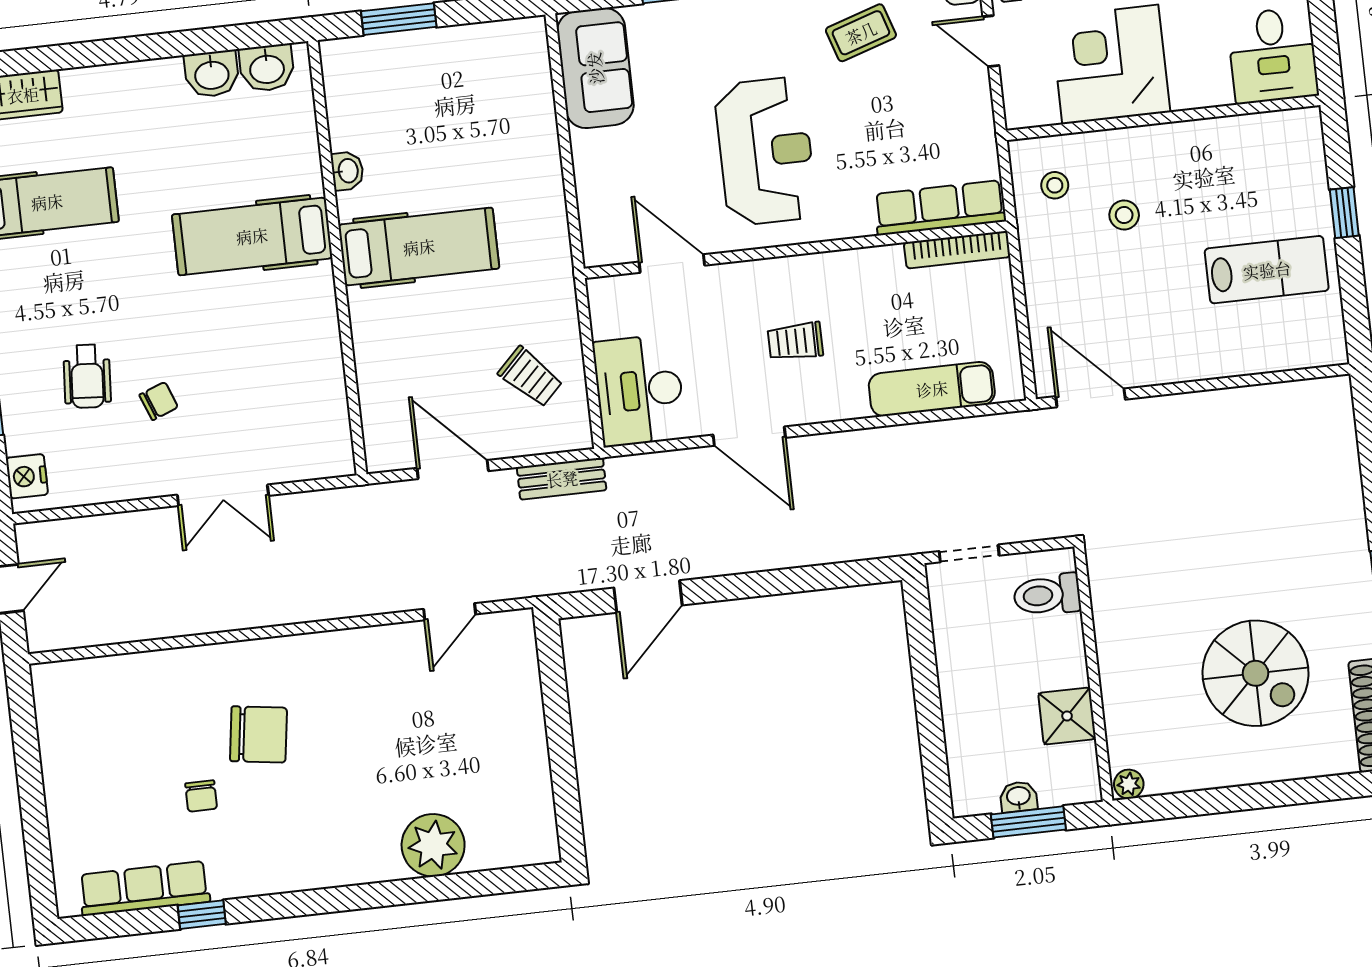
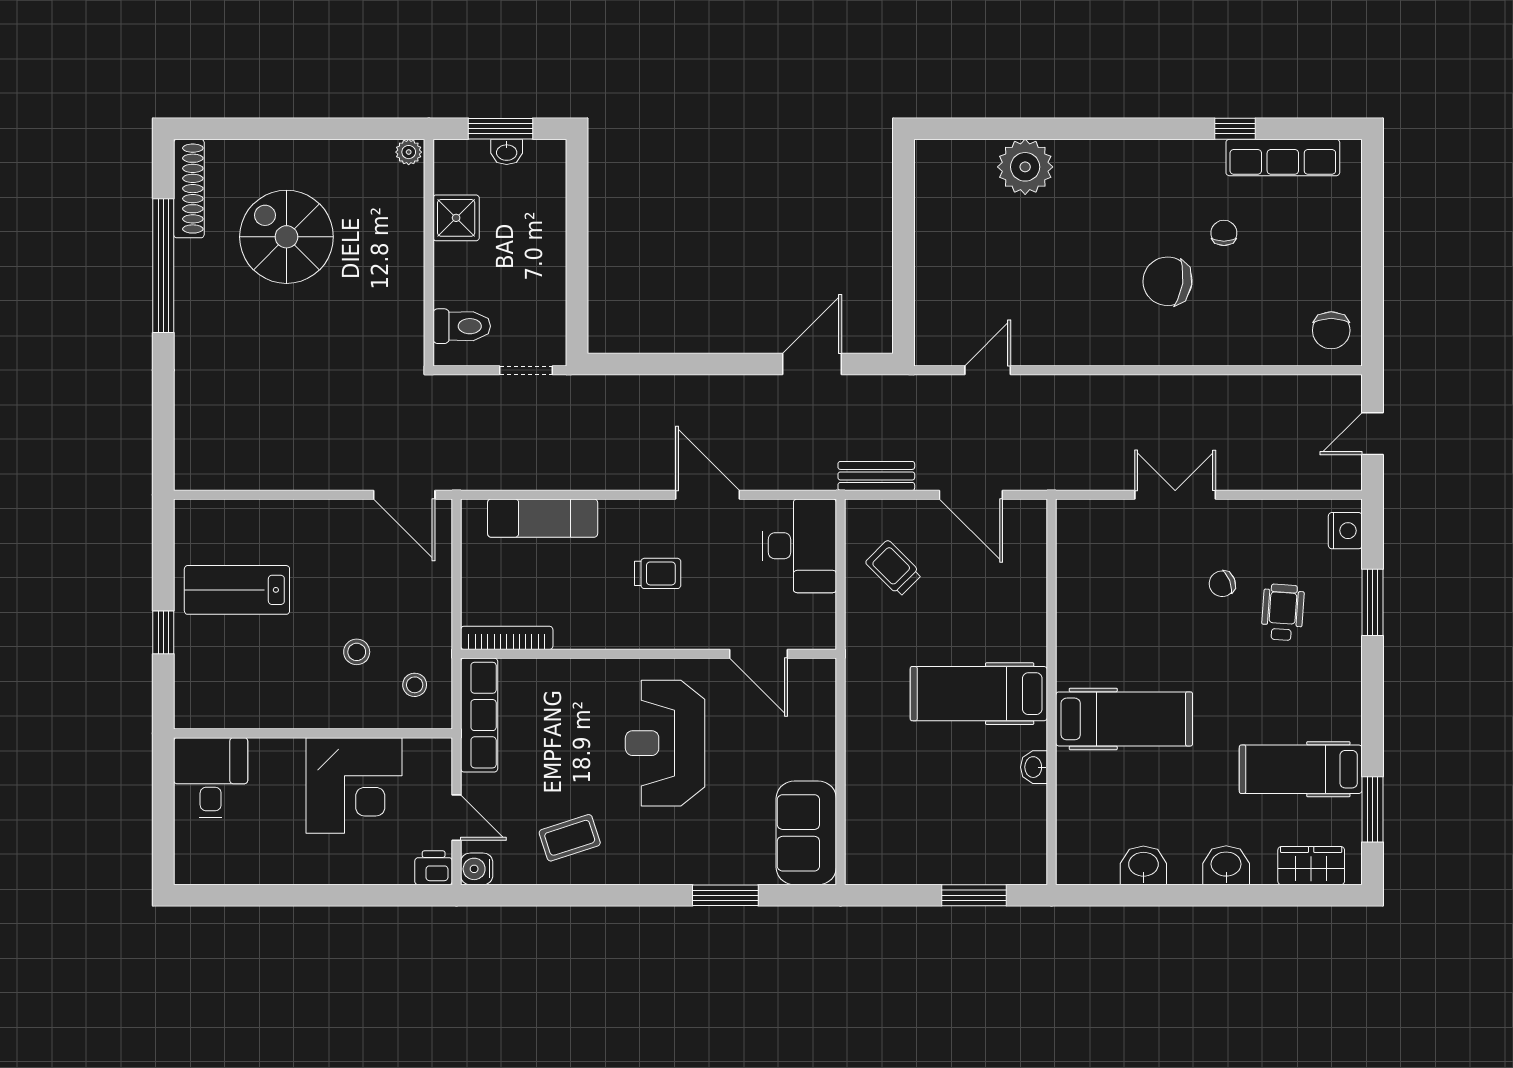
washbasin: (267, 68) -> (1226, 865), moved
row of seats: (940, 208) -> (479, 715), moved, turned -90
chair: (68, 700) -> (1331, 330), added

